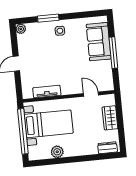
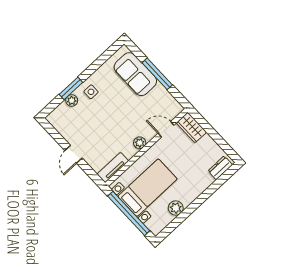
plant: (21, 29) -> (72, 100), moved
plant: (66, 90) -> (140, 143), added
tv unit: (47, 92) -> (113, 167), moved
wardrobe: (110, 118) -> (191, 127), moved

